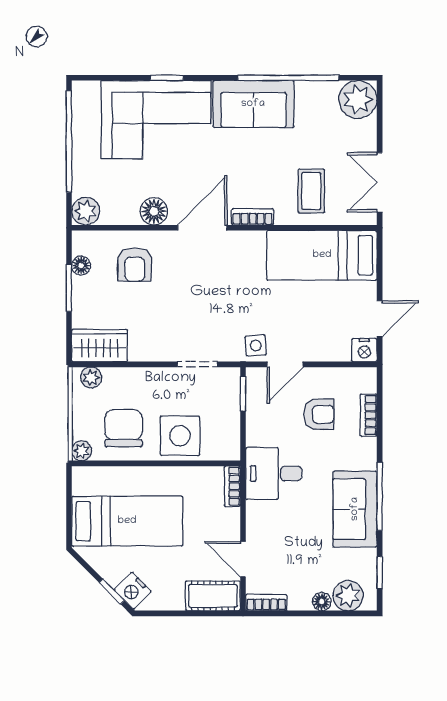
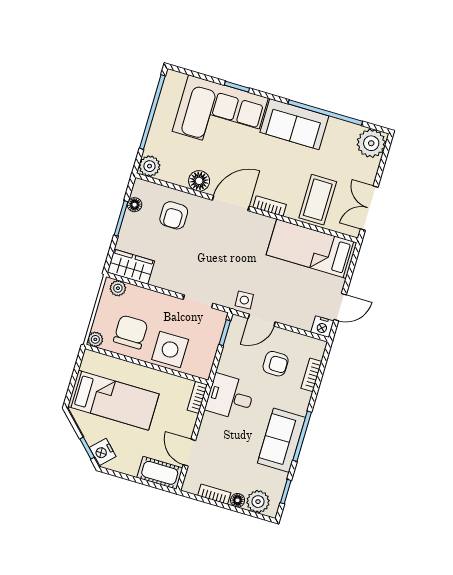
coffee table: (311, 191) -> (318, 200), width x1.36, depth x1.30
bookcase: (266, 603) -> (214, 494), moved

